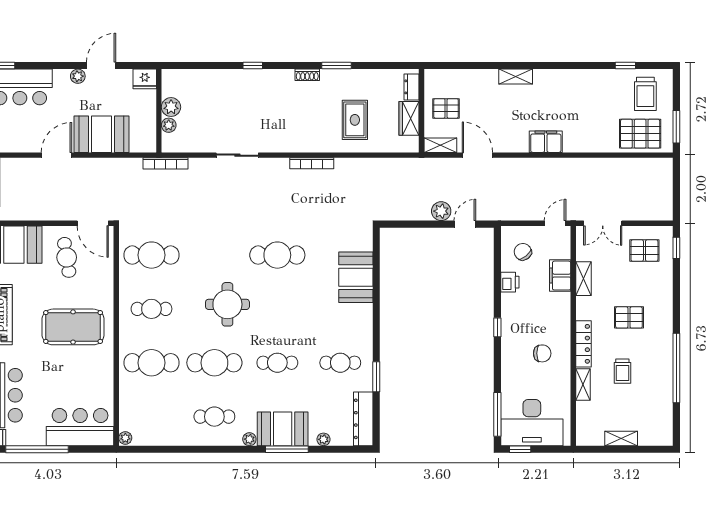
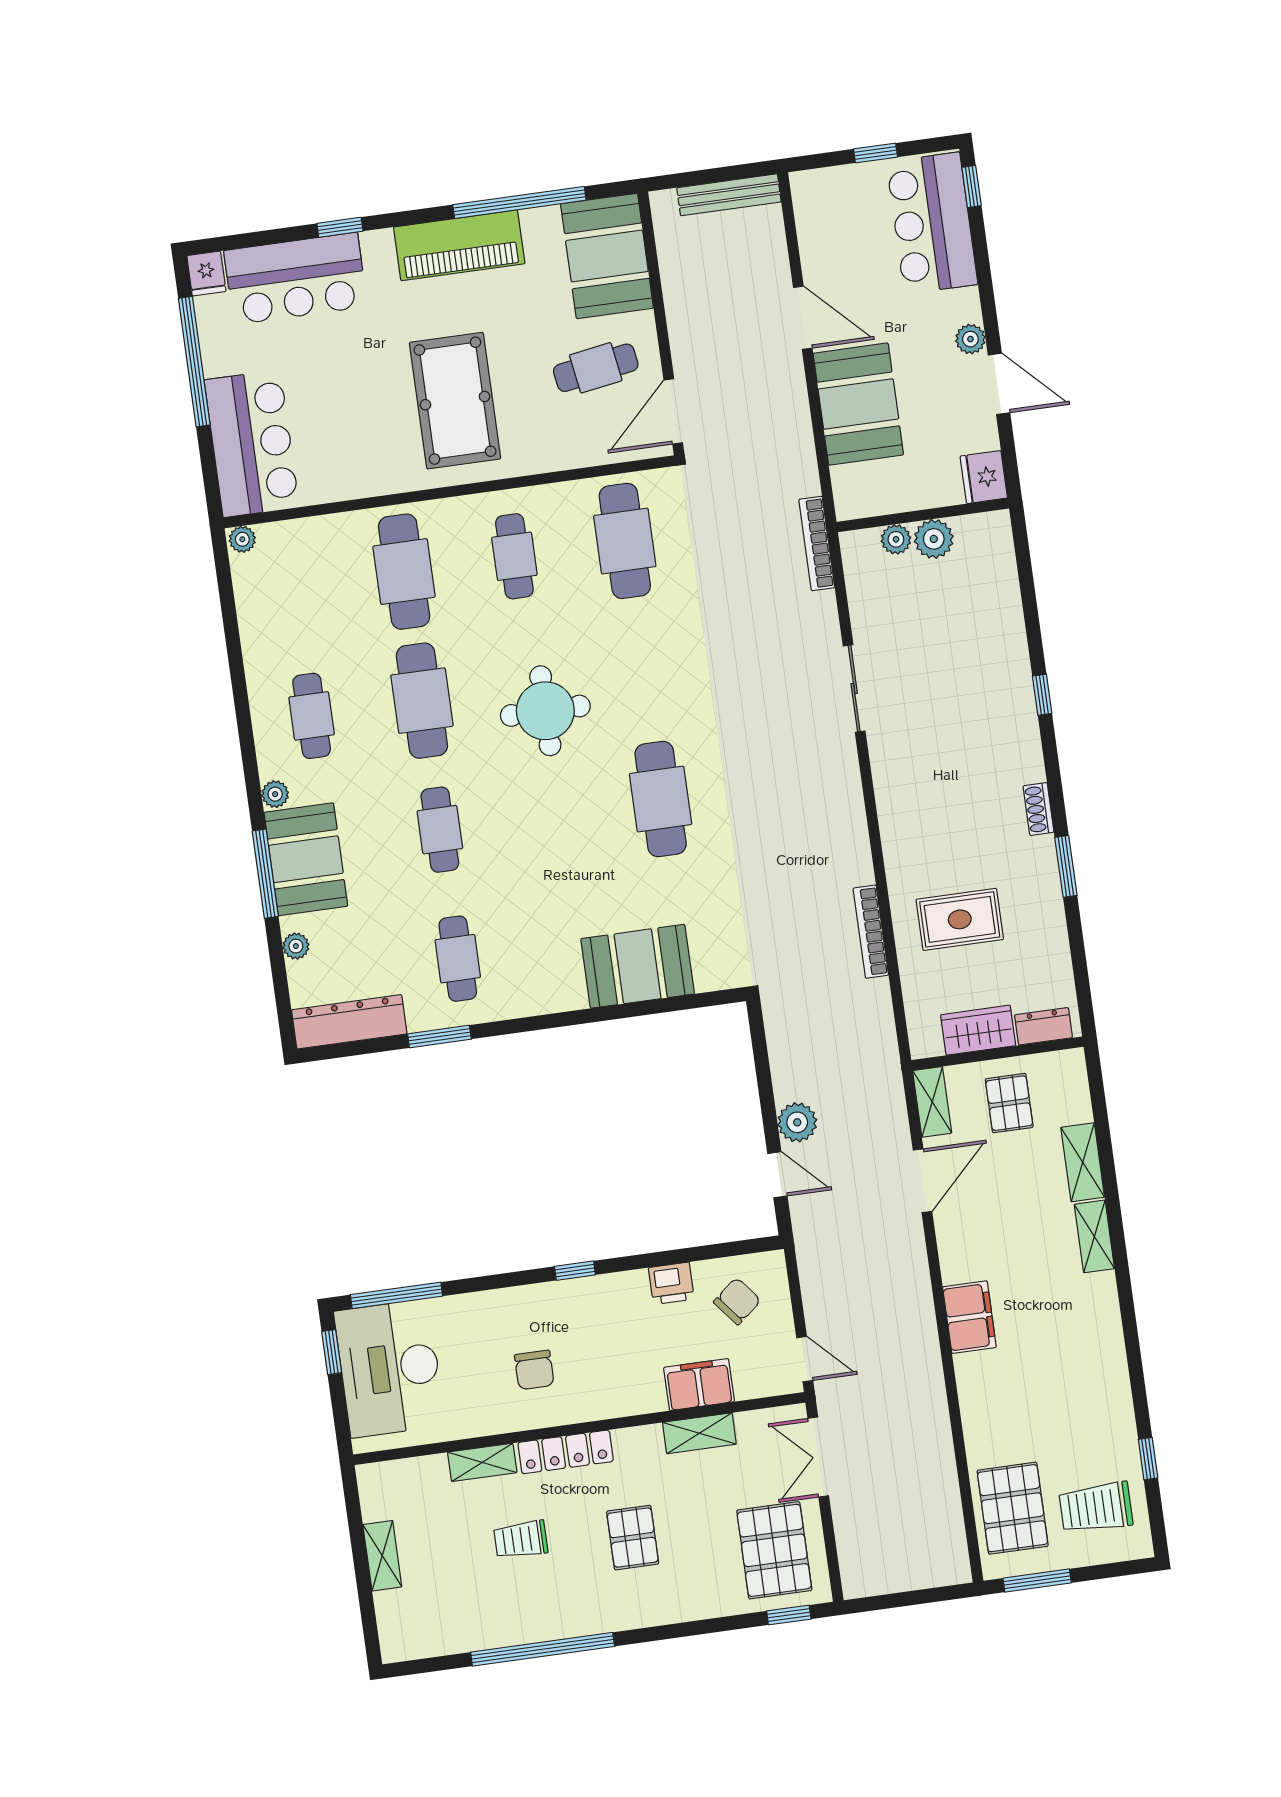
shelving: (479, 77) -> (1083, 1162), added
bookcase: (312, 163) -> (871, 932), moved
pallet: (644, 251) -> (774, 1550), width x1.50, depth x1.42

